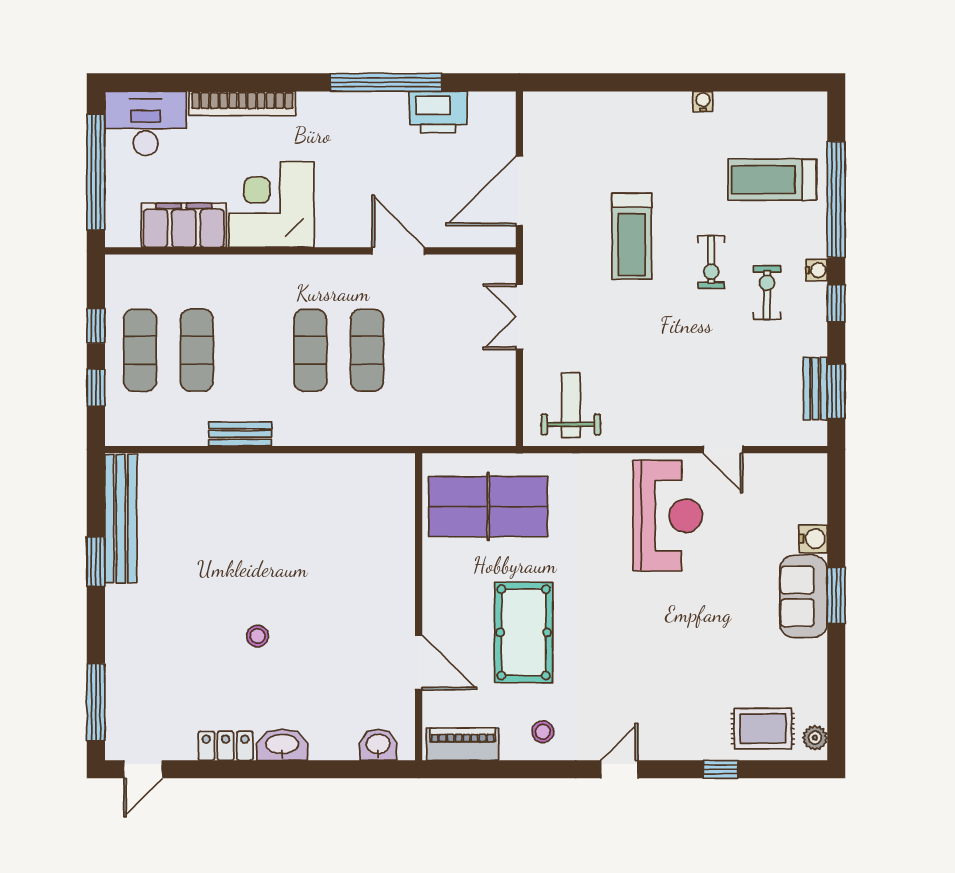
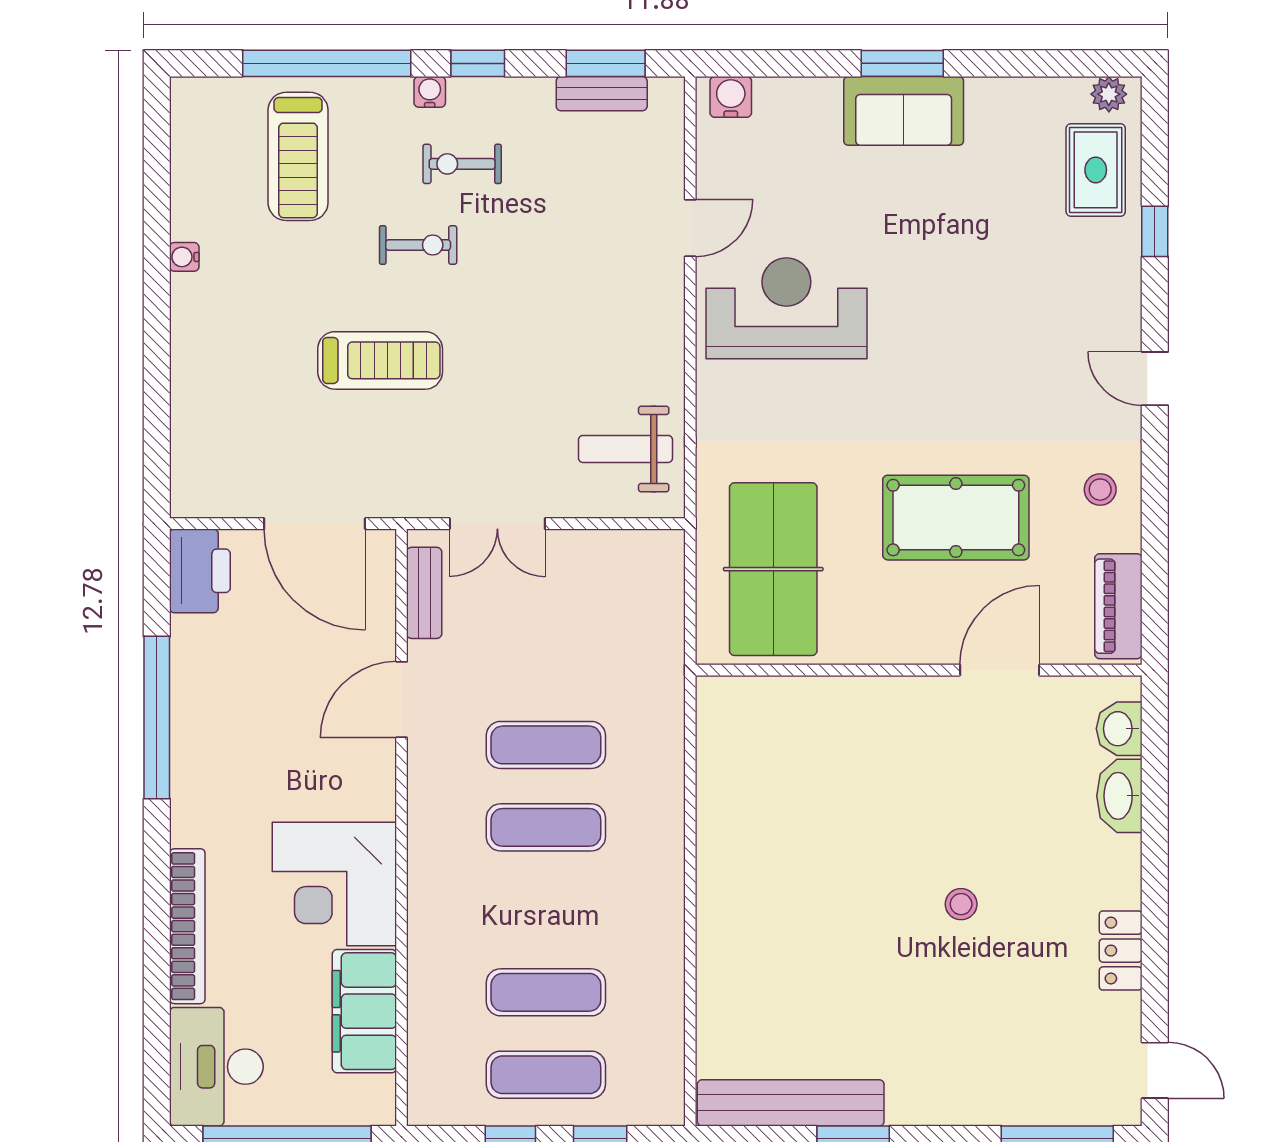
printer: (438, 112) -> (200, 571), moved
bench: (240, 434) -> (424, 593), moved
water cooler: (813, 539) -> (731, 97), moved
washbasin: (282, 745) -> (1119, 796), moved

